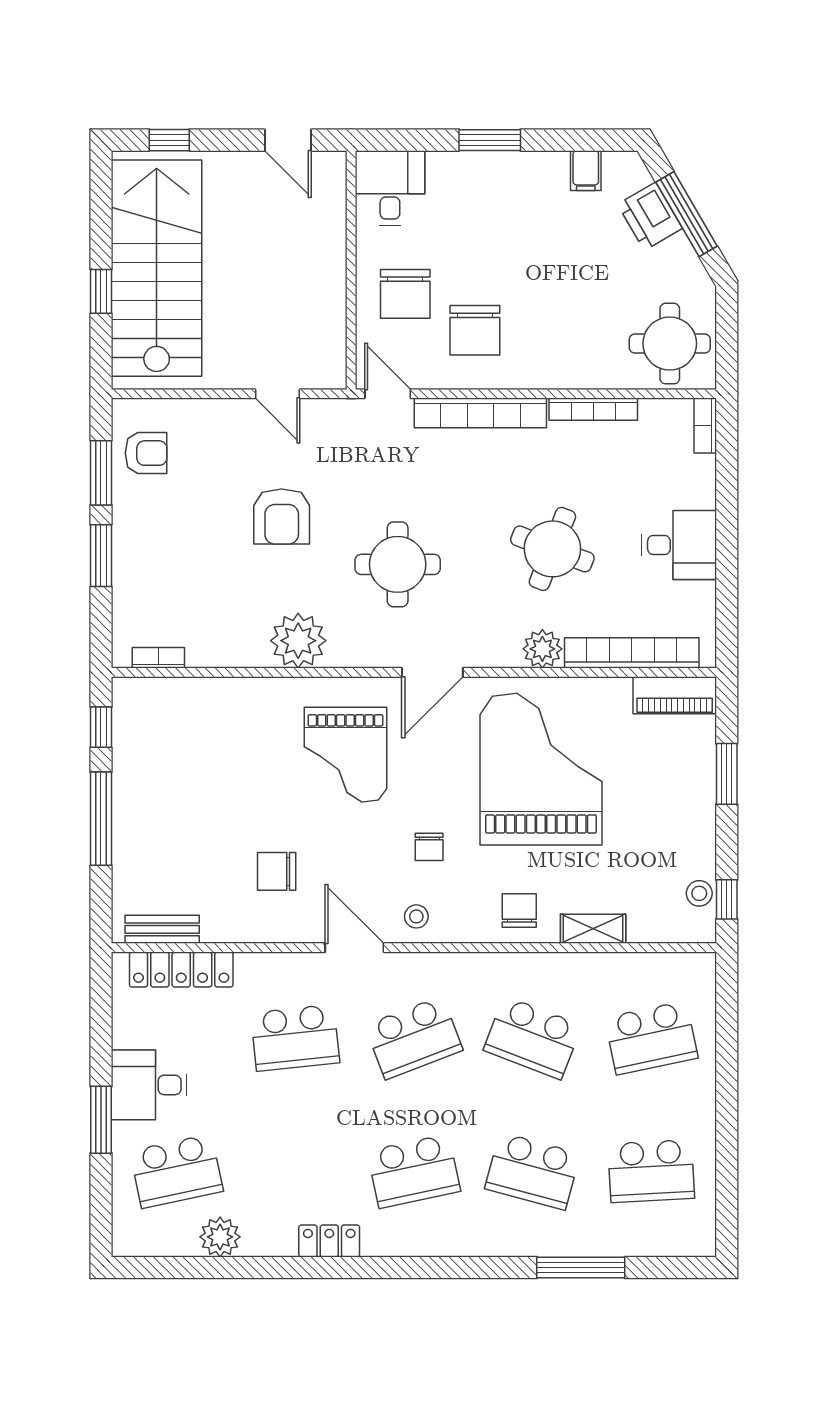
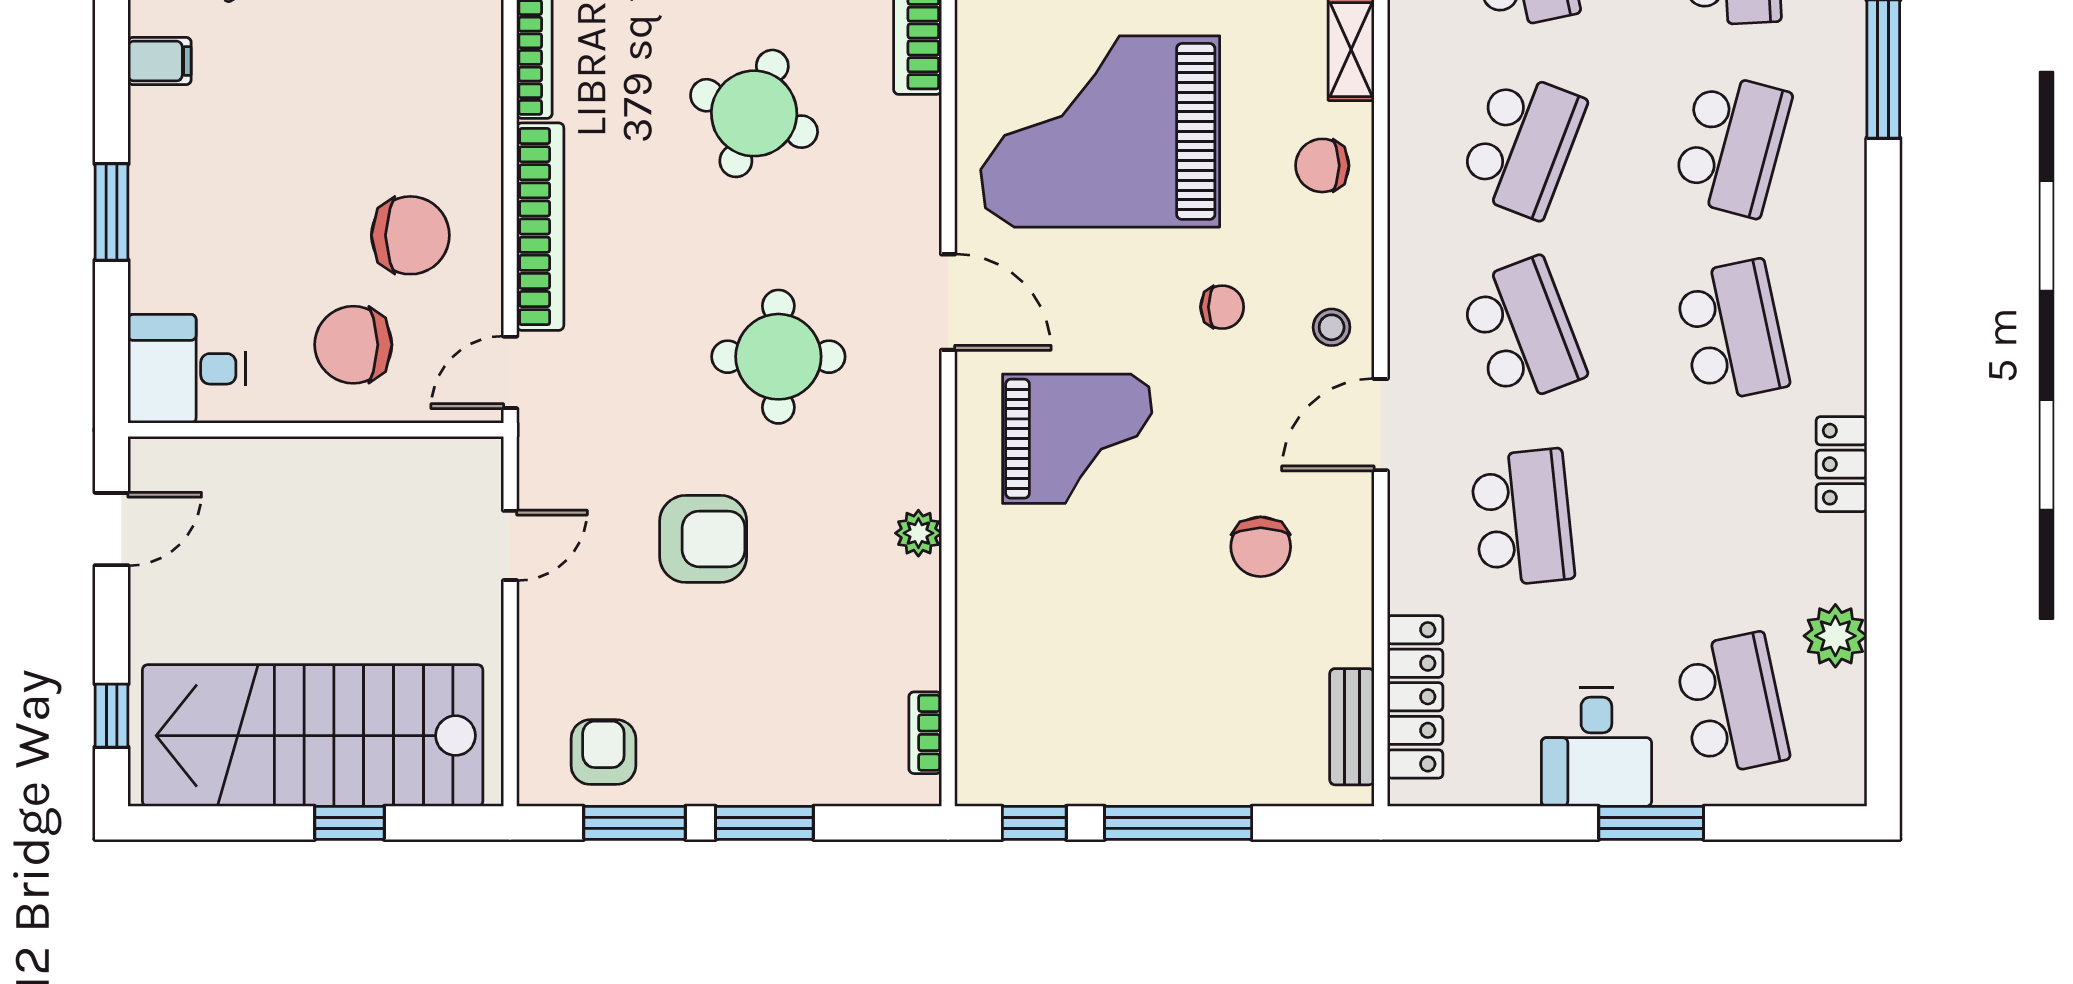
chair: (405, 294) -> (353, 345), turned 180
plant: (298, 641) -> (918, 533), width x0.53, depth x0.53
plant: (542, 649) -> (911, 129), removed

